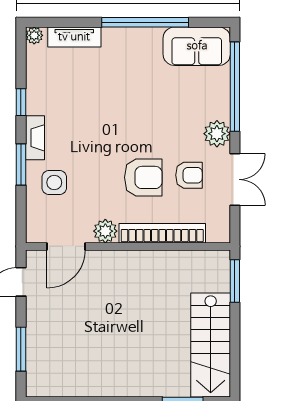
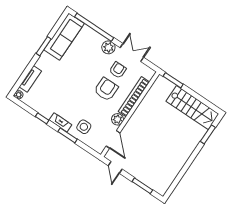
window: (145, 22) -> (44, 46), width x0.47
sofa: (197, 46) -> (64, 37), width x1.36

